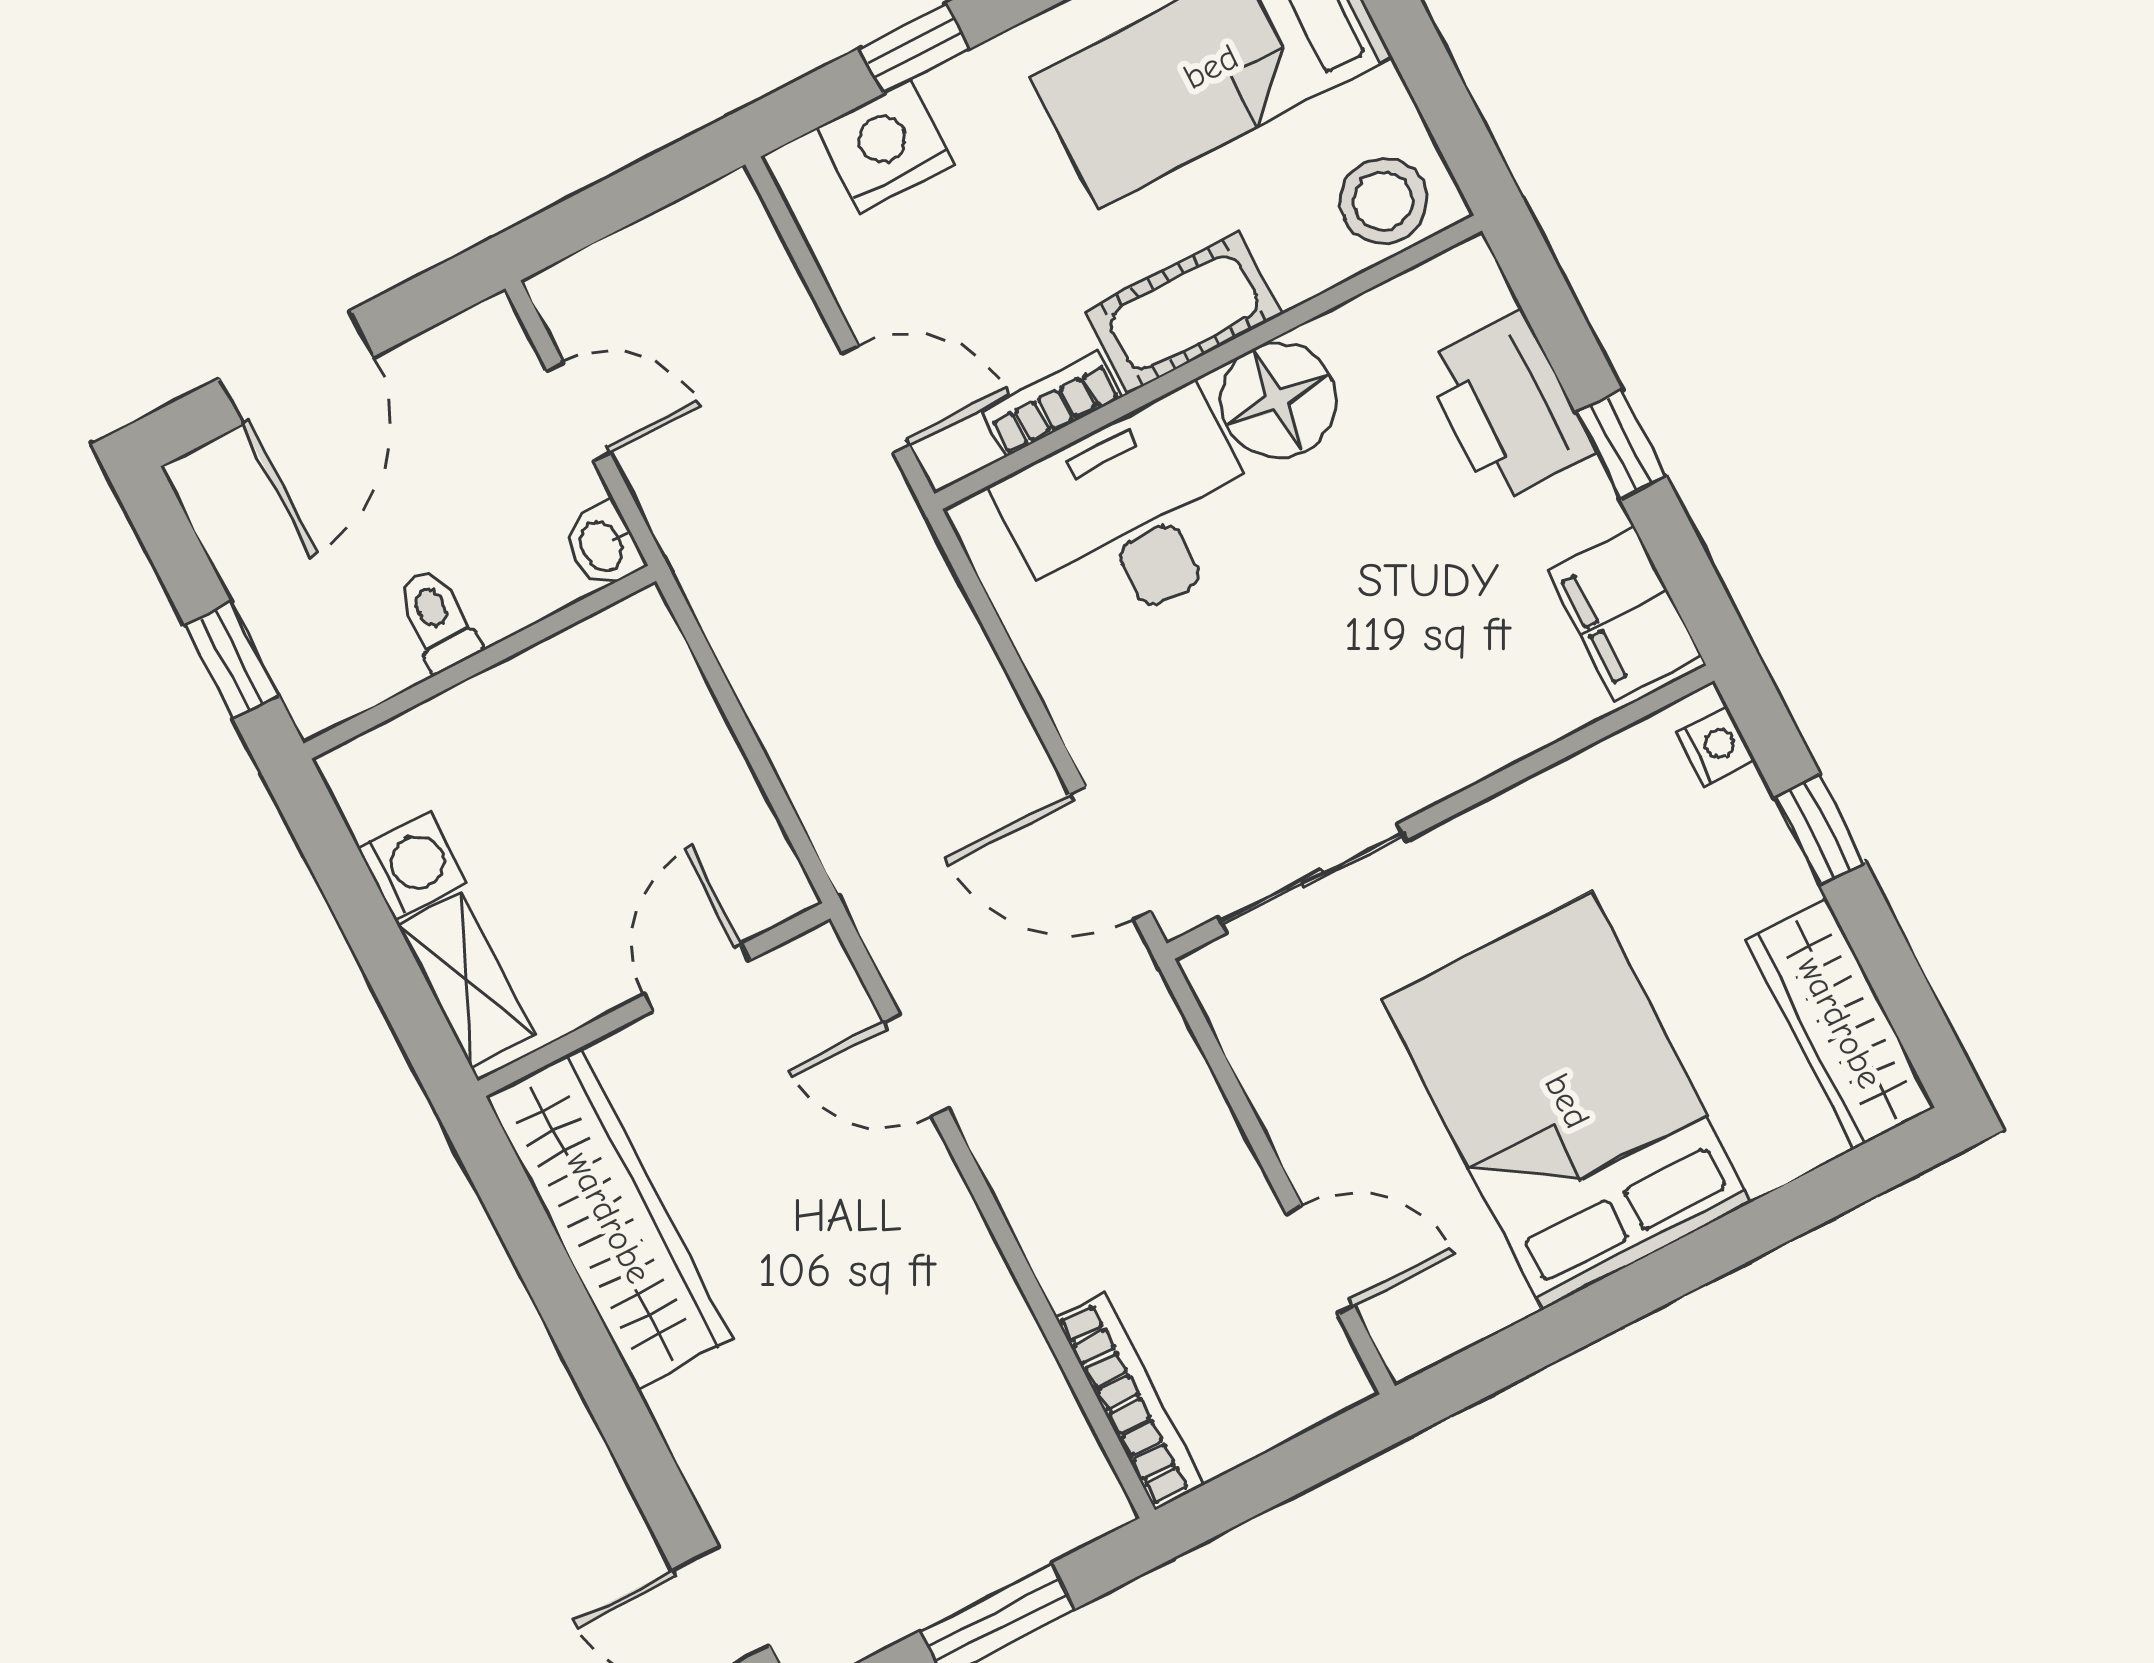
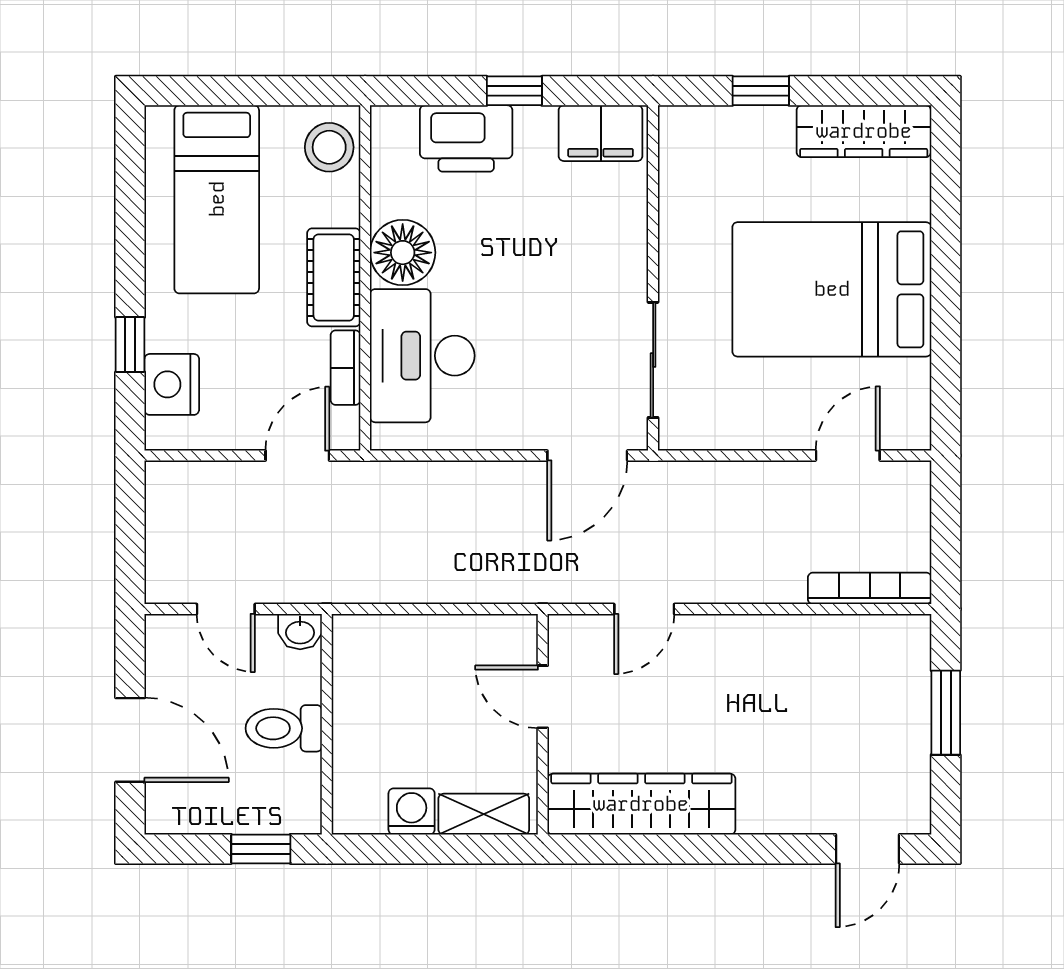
door: (578, 411) -> (226, 609), swing flipped
toilet: (437, 620) -> (284, 728), width x1.37, depth x1.39
nightstand: (1716, 746) -> (691, 122), removed

